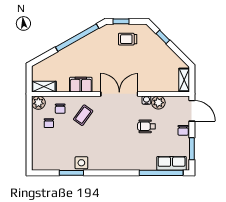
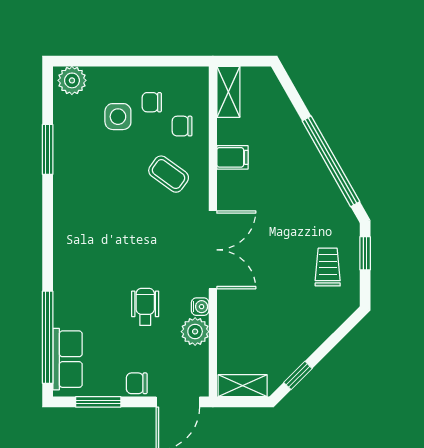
window: (163, 37) -> (298, 375), moved
filing cabinet: (81, 85) -> (232, 157), width x0.50
plant: (38, 103) -> (72, 80), moved
side table: (81, 163) -> (118, 117), moved

